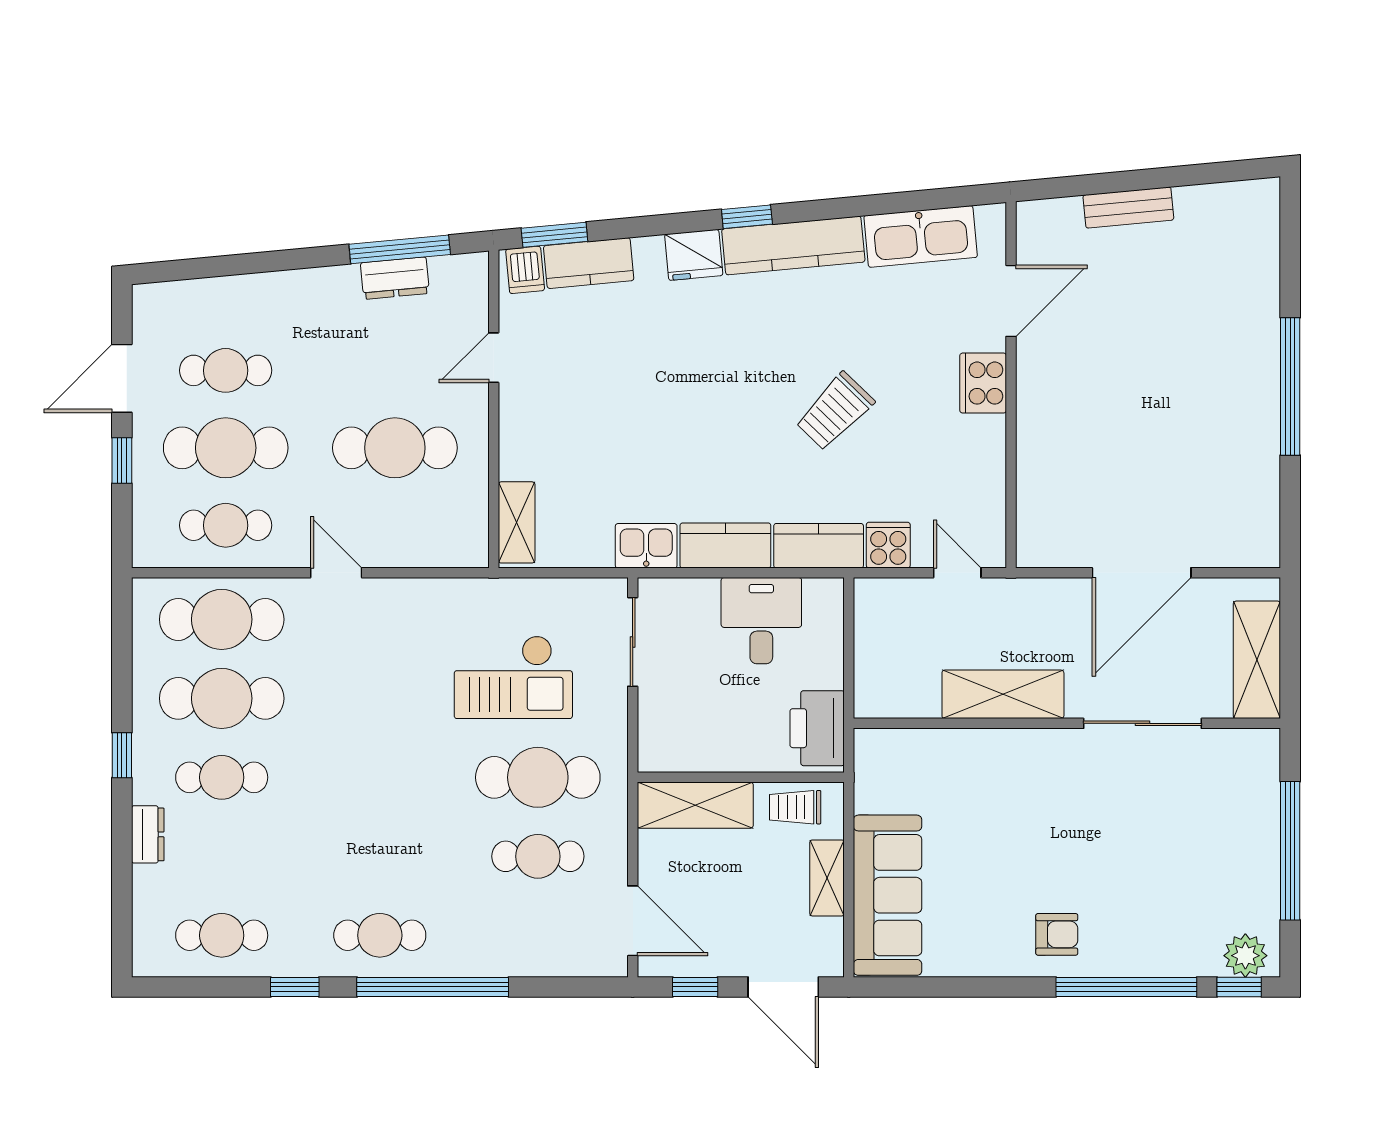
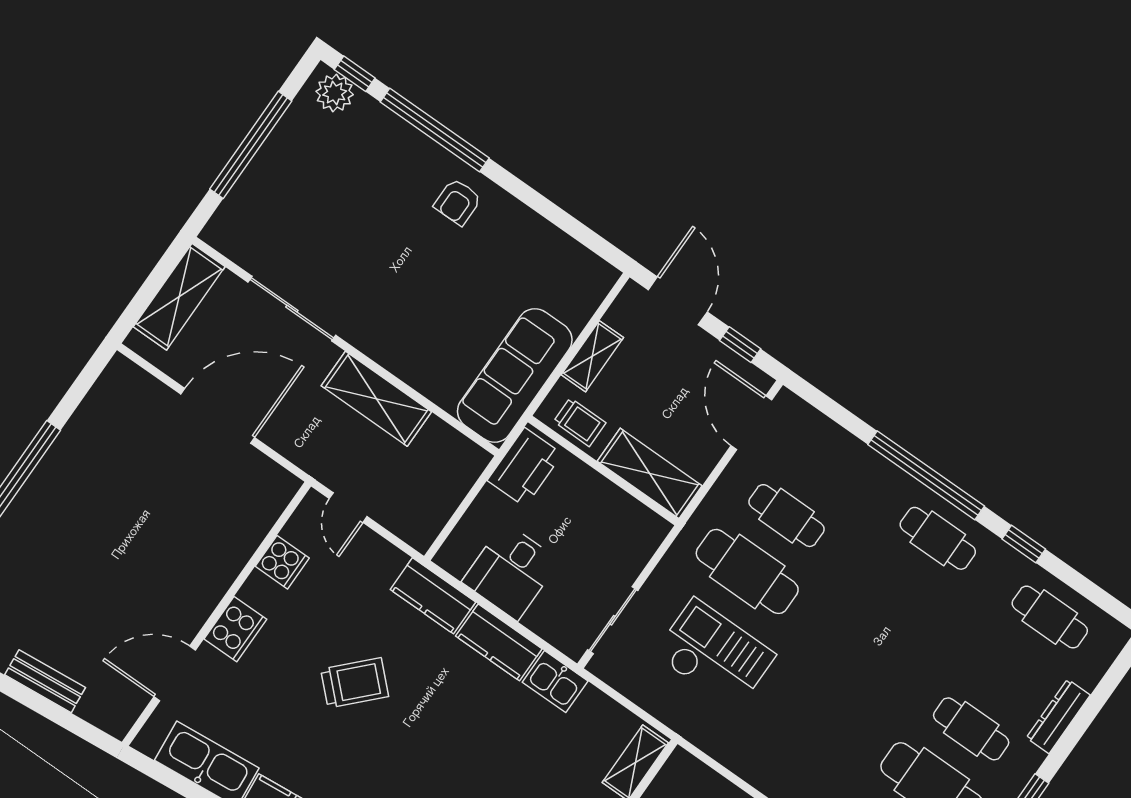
cooker: (888, 545) -> (282, 562), moved, turned -90
dresser: (148, 834) -> (1058, 716), width x1.44
sofa: (888, 895) -> (515, 375), moved
armchair: (1057, 934) -> (458, 202), turned -90

